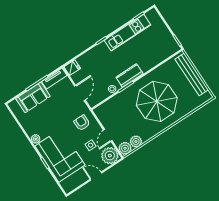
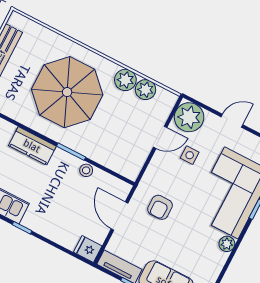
kitchen counter: (129, 76) -> (32, 146), moved
door: (80, 93) -> (120, 216), hinge flipped
armchair: (82, 123) -> (160, 207), moved
plant: (125, 148) -> (125, 80), moved
door: (96, 176) -> (232, 121), swing flipped

